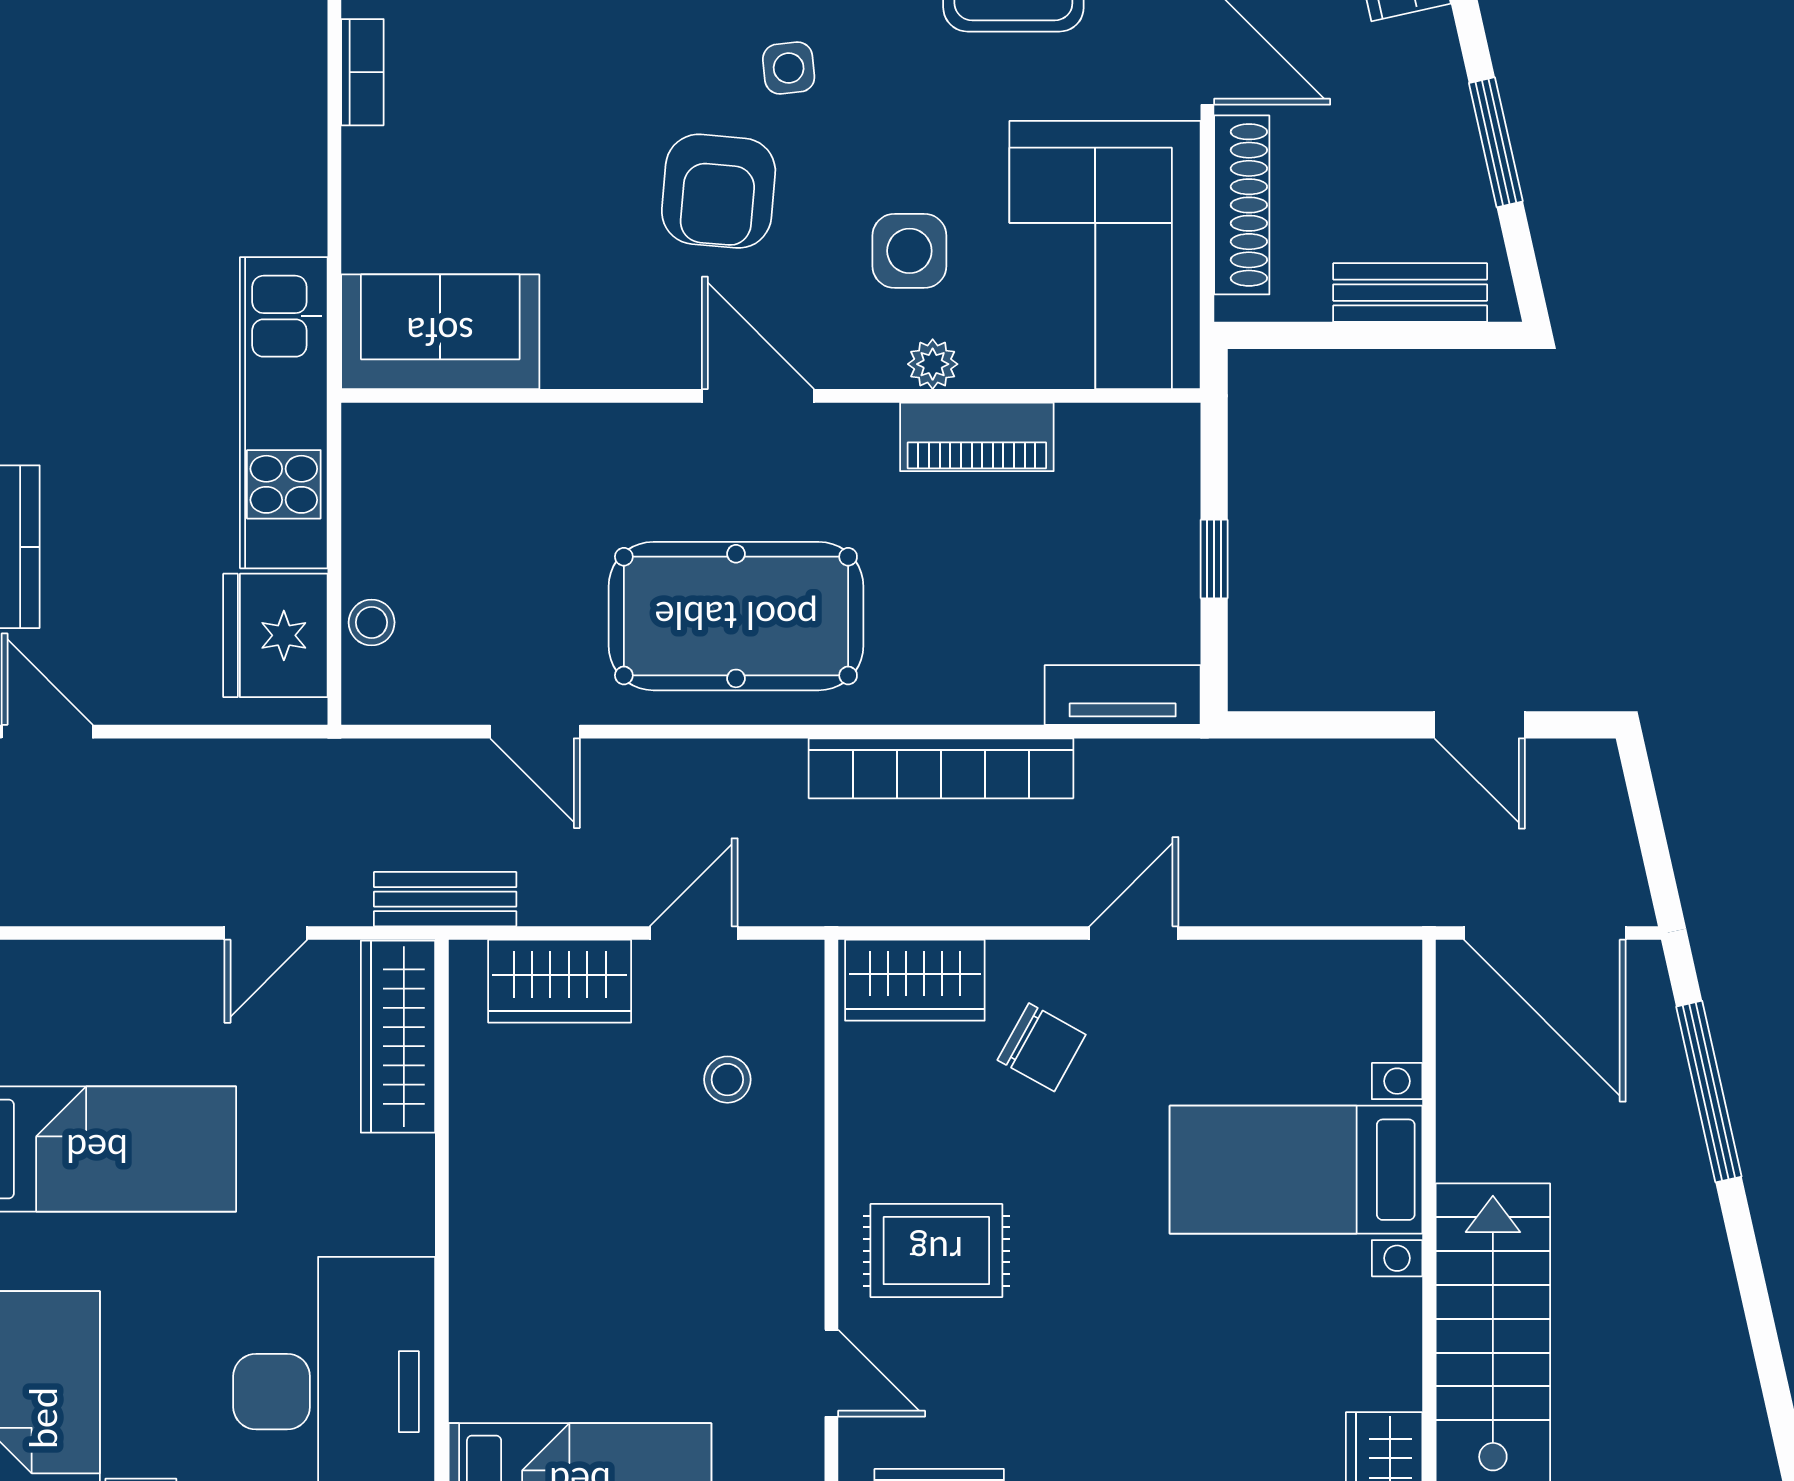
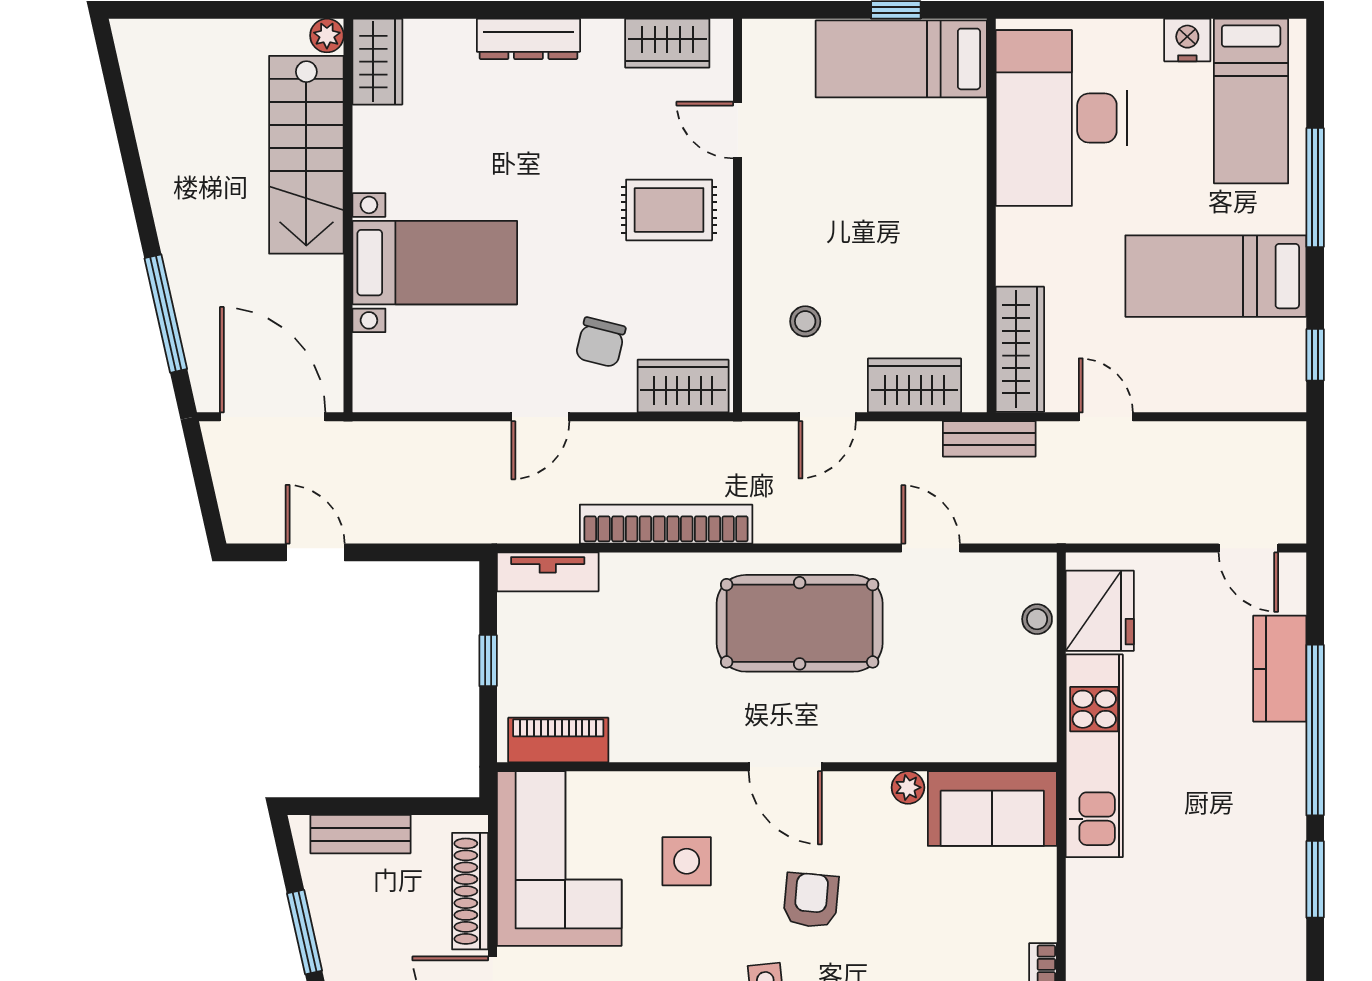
armchair: (719, 191) -> (811, 900), width x0.72, depth x0.72
plant: (933, 364) -> (908, 787), moved
piano: (977, 437) -> (558, 740), moved
door: (266, 933) -> (1106, 417), hinge flipped
chair: (1042, 1047) -> (601, 342), turned -105

